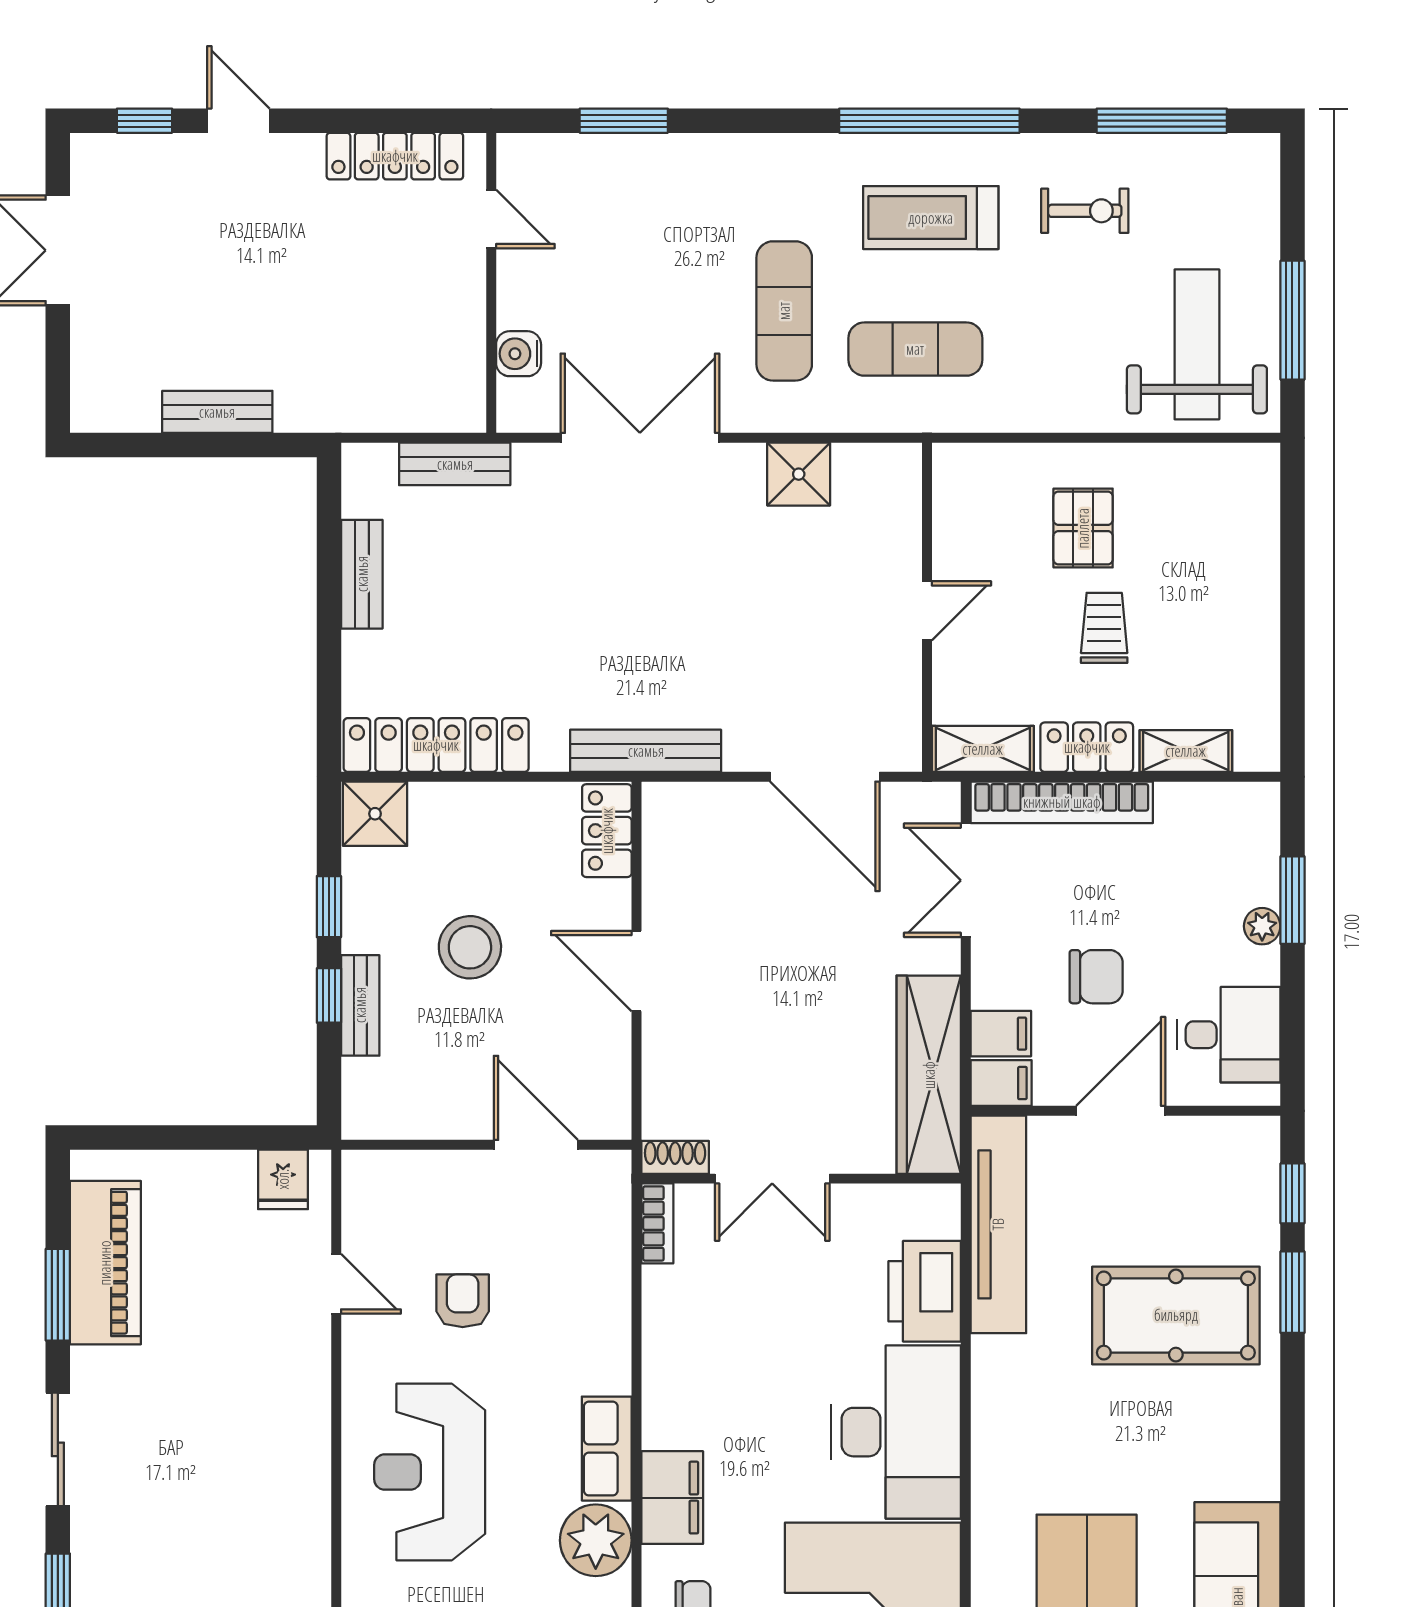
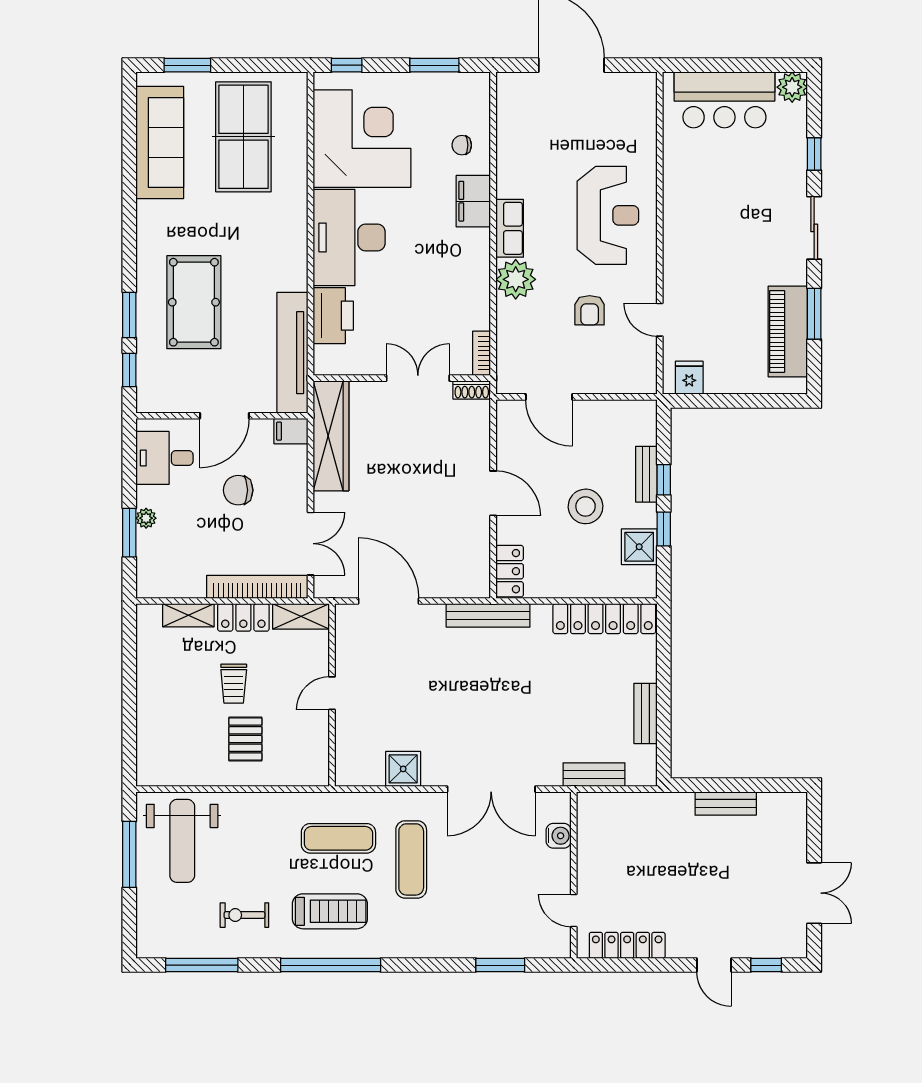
shower: (375, 814) -> (639, 547), moved
filing cabinet: (1001, 1034) -> (291, 459), removed
pool table: (1176, 1315) -> (194, 302), turned 90
plant: (596, 1540) -> (516, 279), moved

